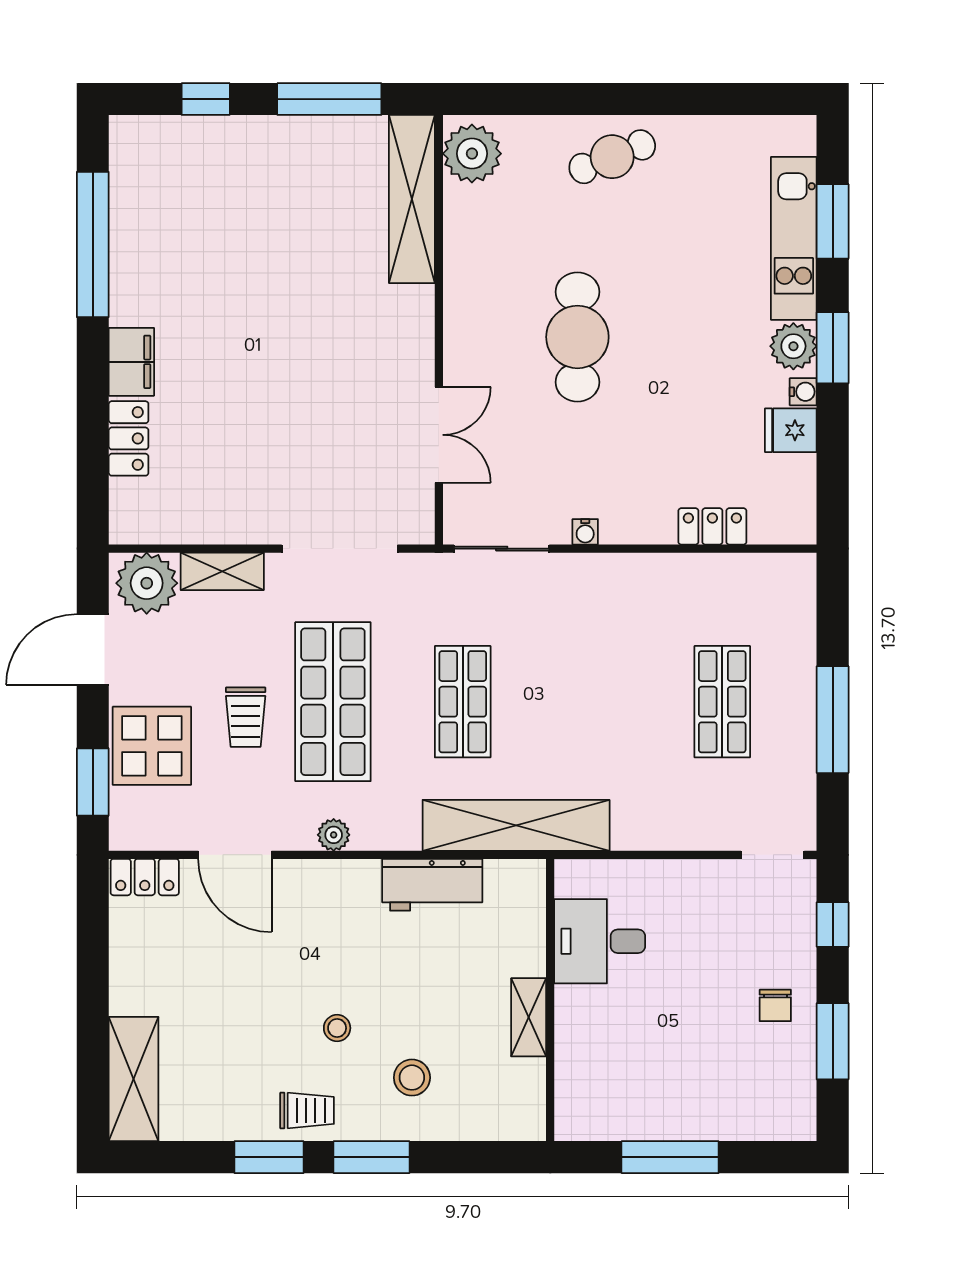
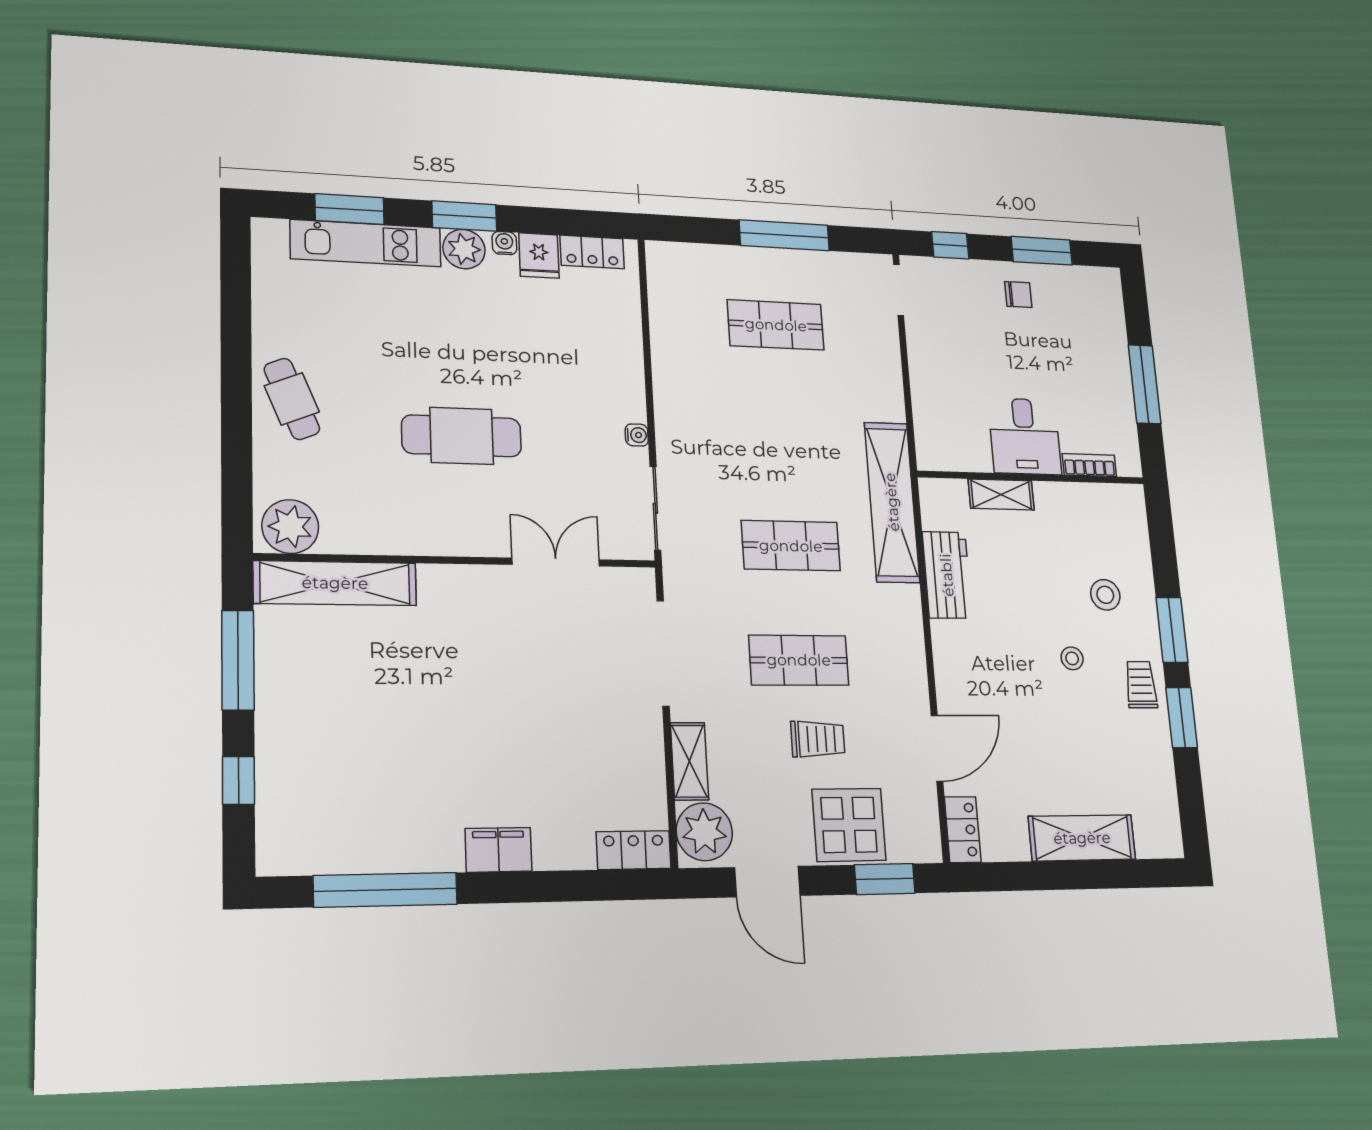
locker: (129, 438) -> (634, 850), moved
locker: (712, 526) -> (592, 252), moved, turned -90
shop shelf: (333, 702) -> (799, 660), width x0.70, depth x0.74
plant: (334, 835) -> (913, 660), removed
desk: (600, 941) -> (1025, 436), moved
shelving: (529, 1017) -> (1001, 494), moved
bookcase: (567, 1074) -> (1089, 465), added
shelving: (134, 1079) -> (1082, 838), moved

